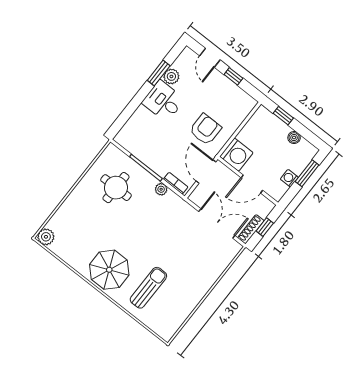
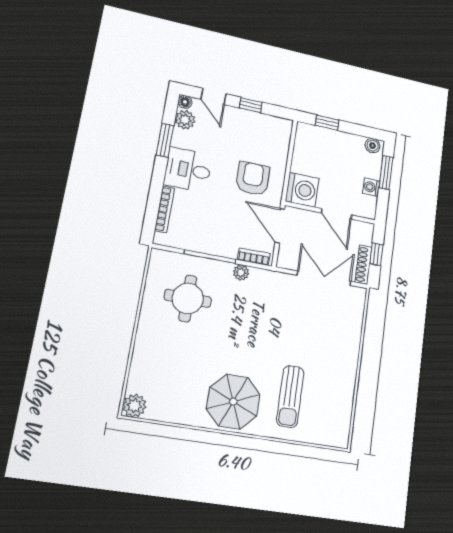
floor lamp: (187, 52) -> (185, 102), added
plant: (171, 76) -> (185, 120), moved
bookcase: (133, 120) -> (164, 209), added
boiler: (294, 138) -> (373, 146), moved
door: (252, 184) -> (336, 214), hinge flipped
sun lounger: (148, 288) -> (290, 396), turned 180

